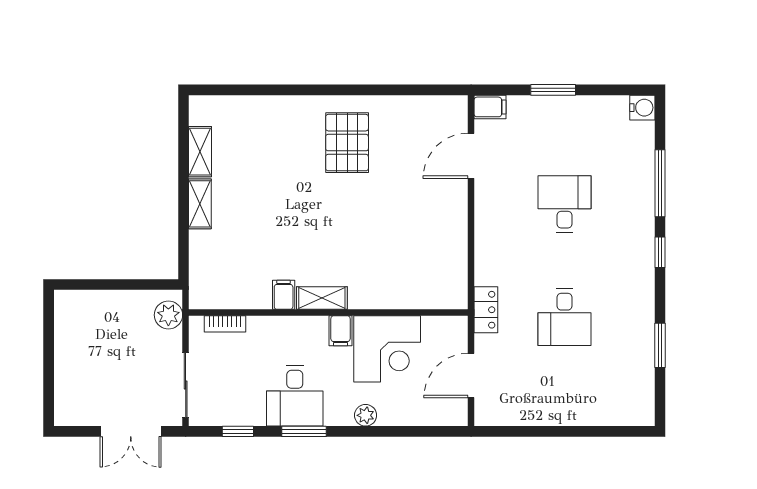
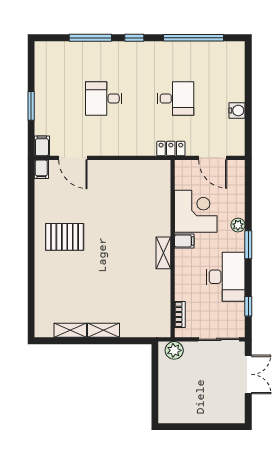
water cooler: (642, 108) -> (237, 111), moved, turned 90
filing cabinet: (284, 295) -> (41, 169), moved, turned -90
window: (660, 345) -> (194, 38), width x2.11
desk: (295, 396) -> (226, 277), width x1.37
window: (304, 431) -> (248, 245), moved

